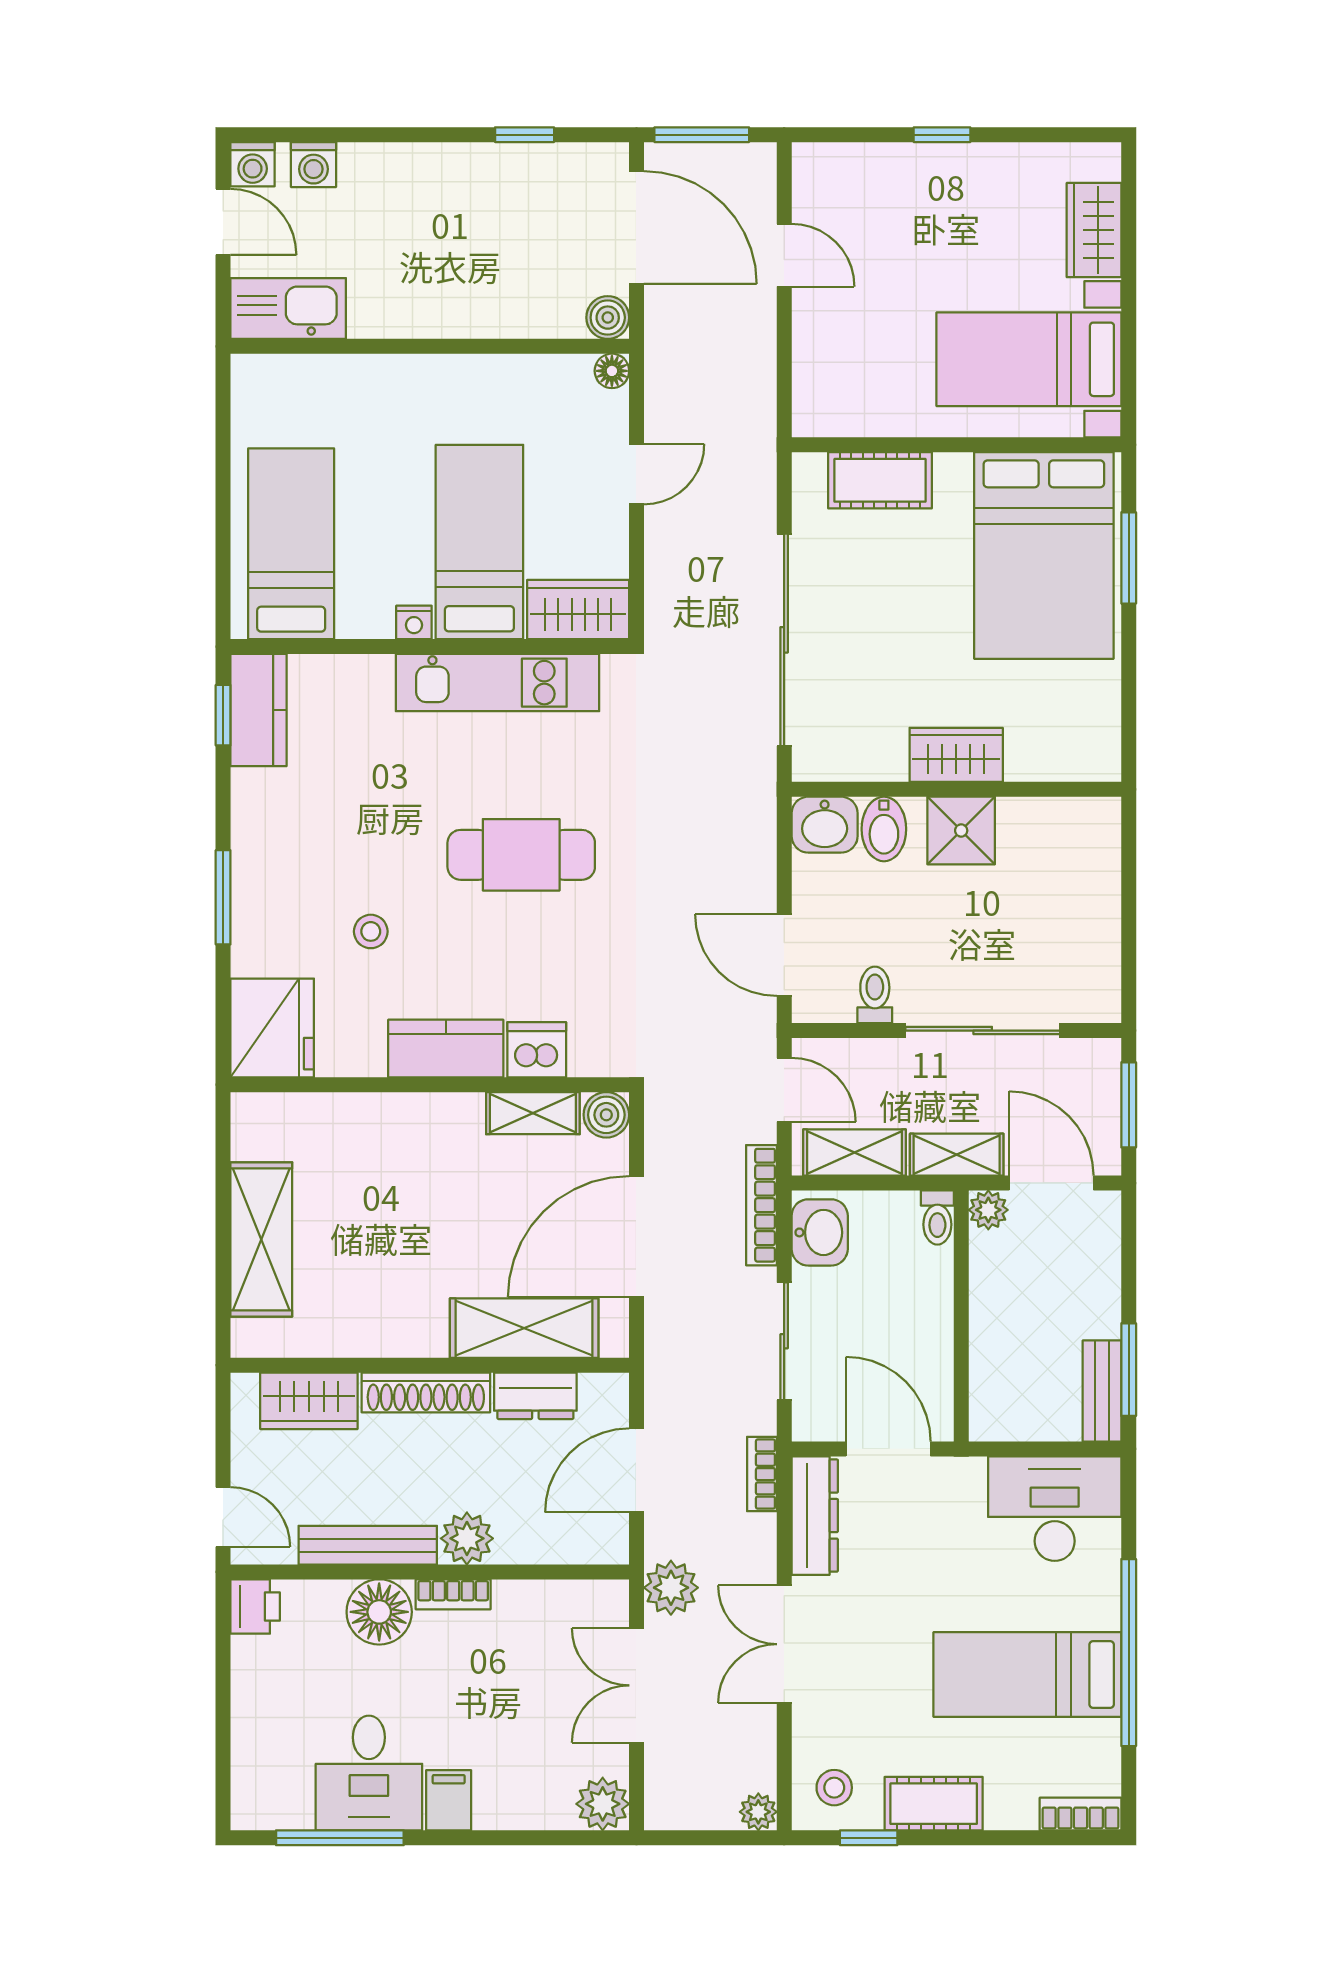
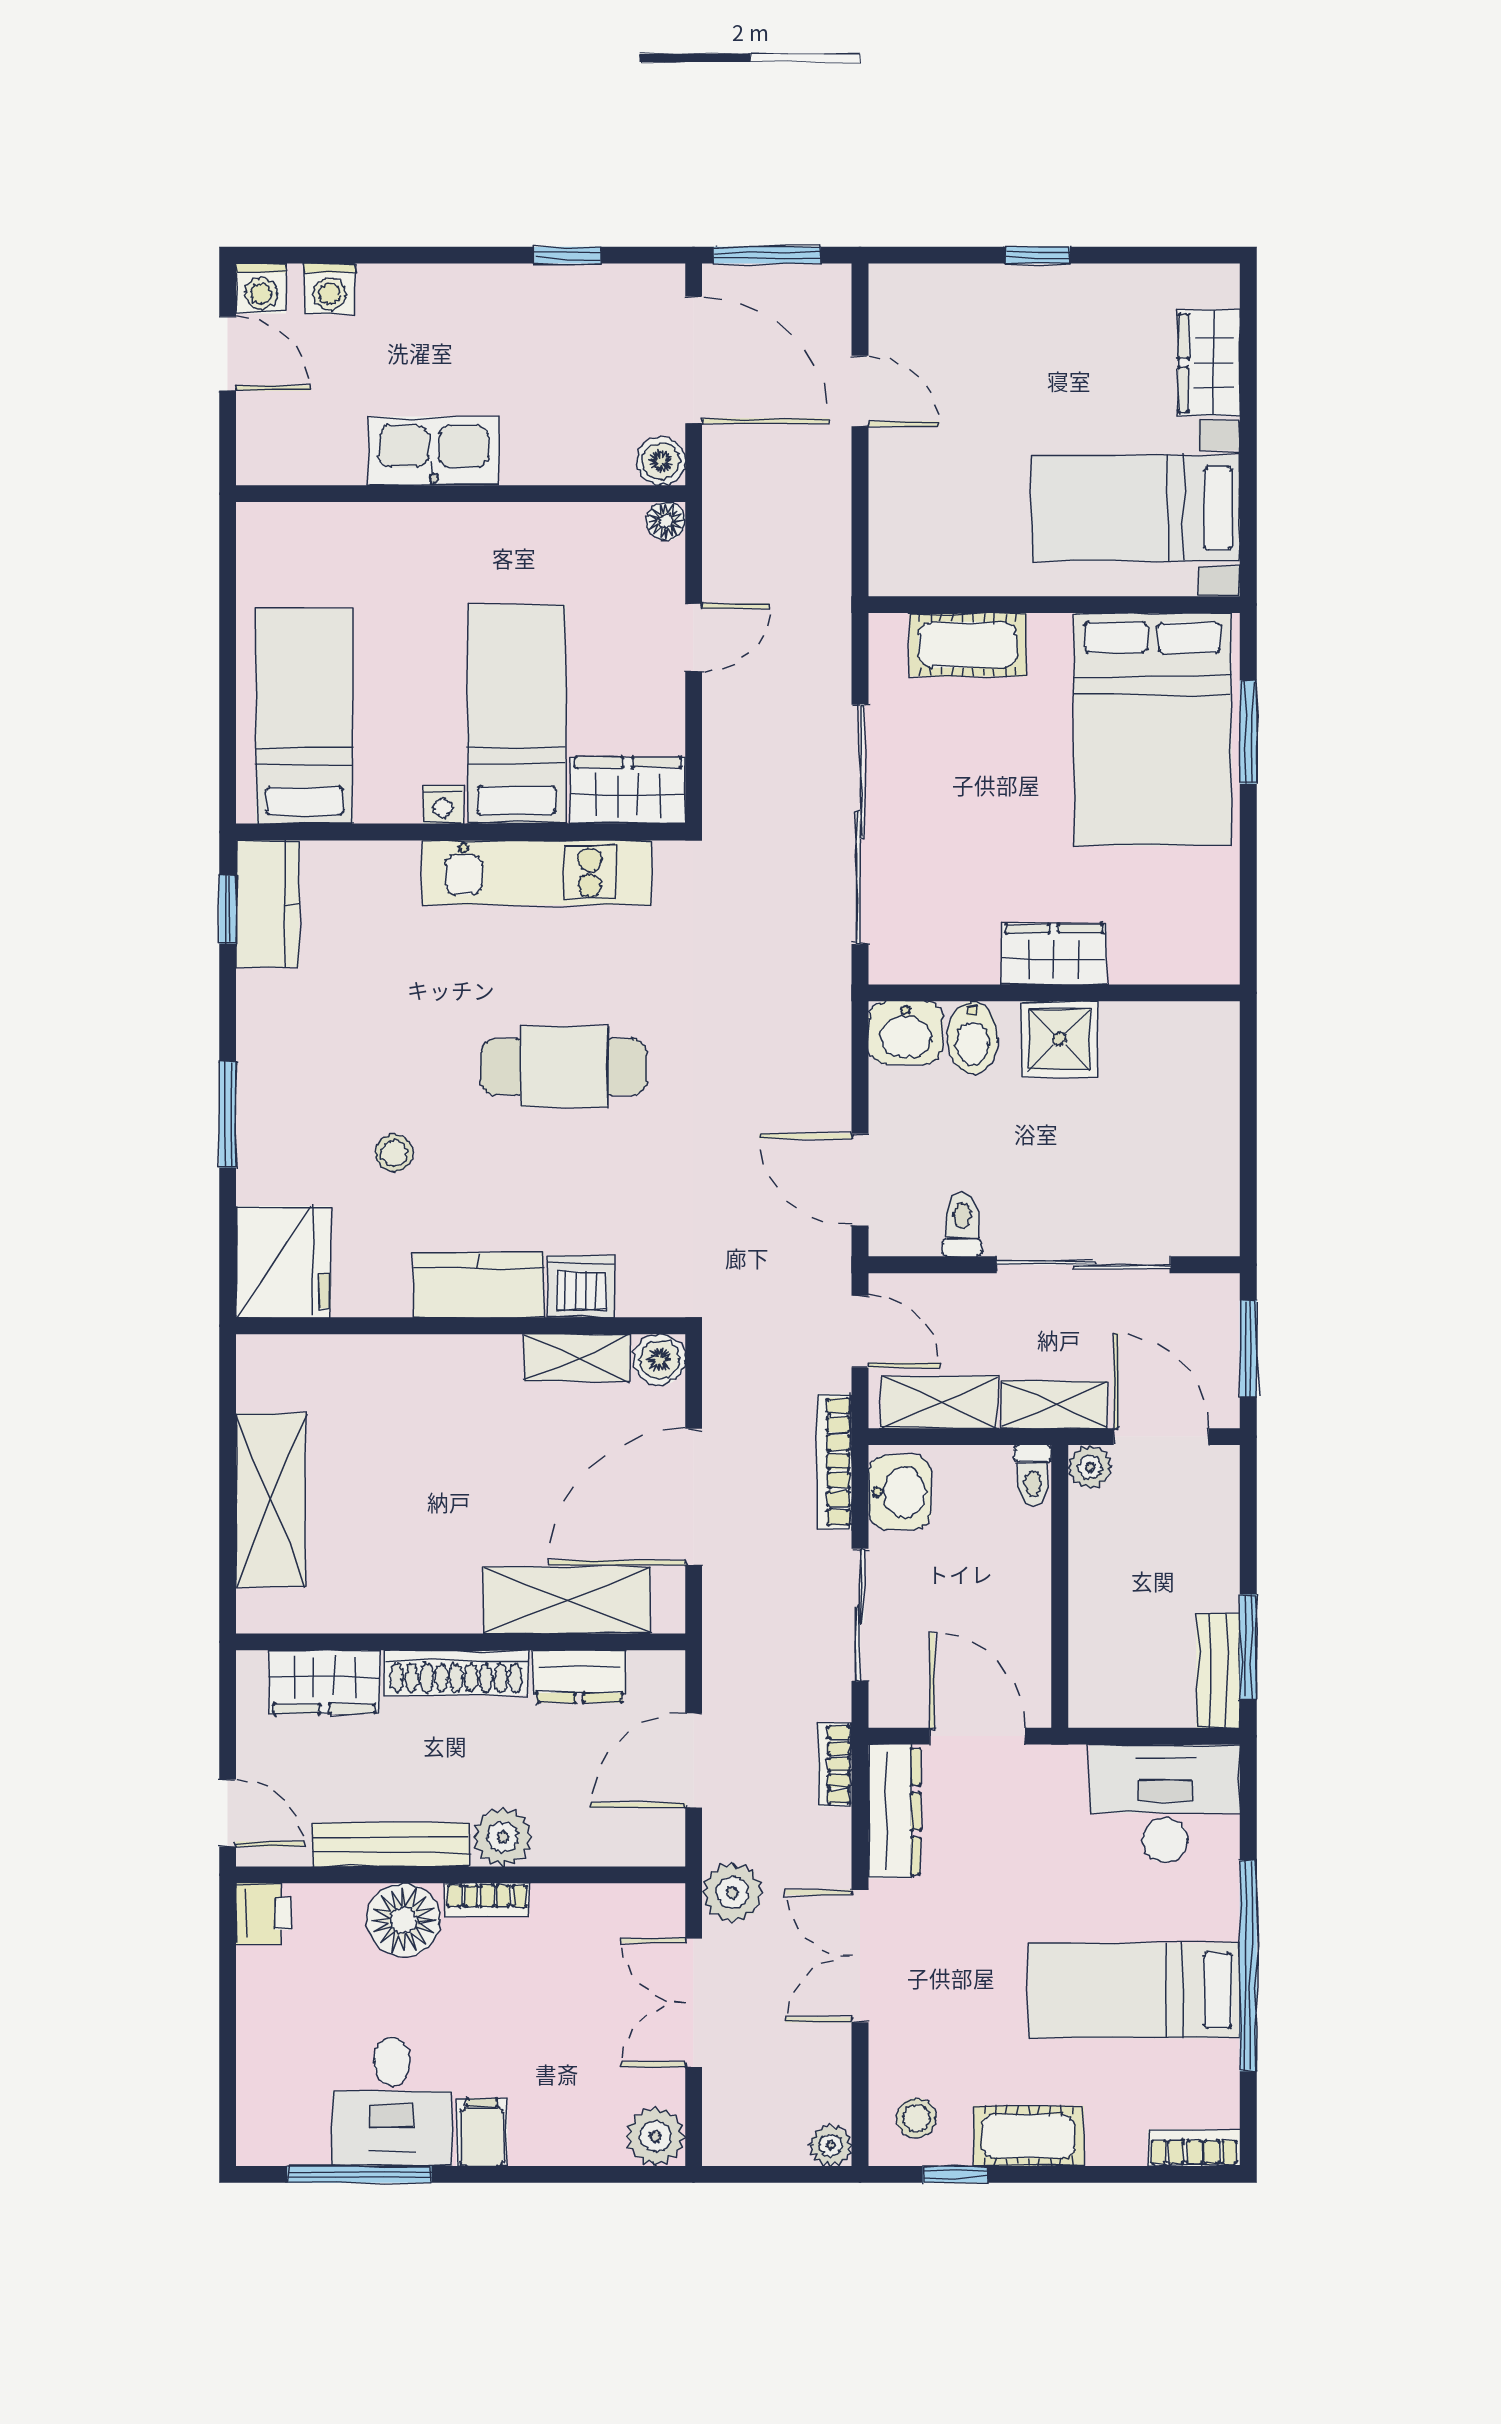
kitchen sink: (288, 308) -> (434, 451), moved

